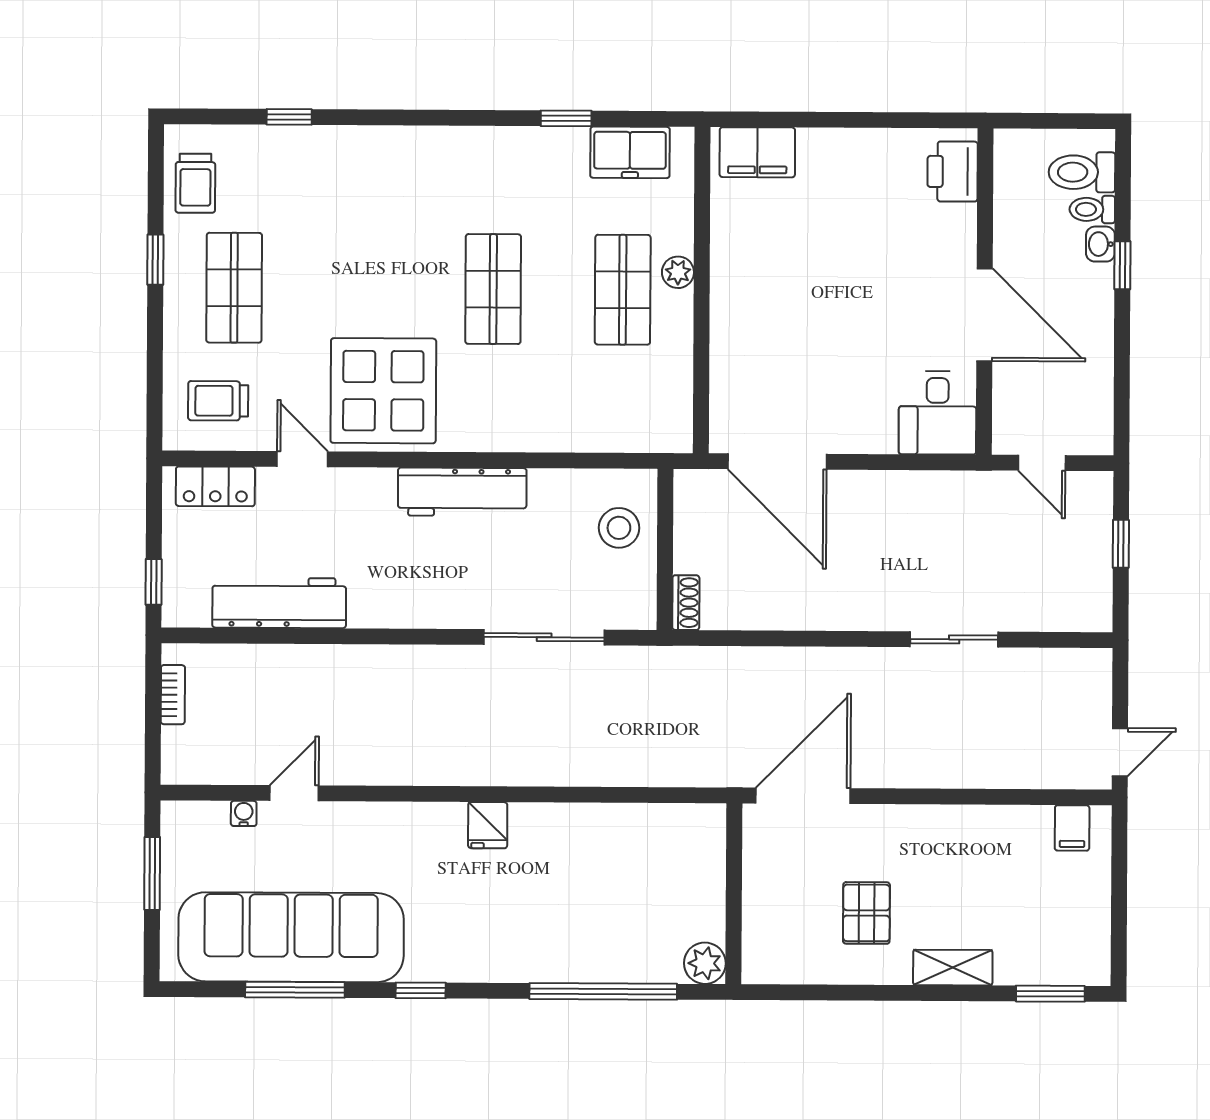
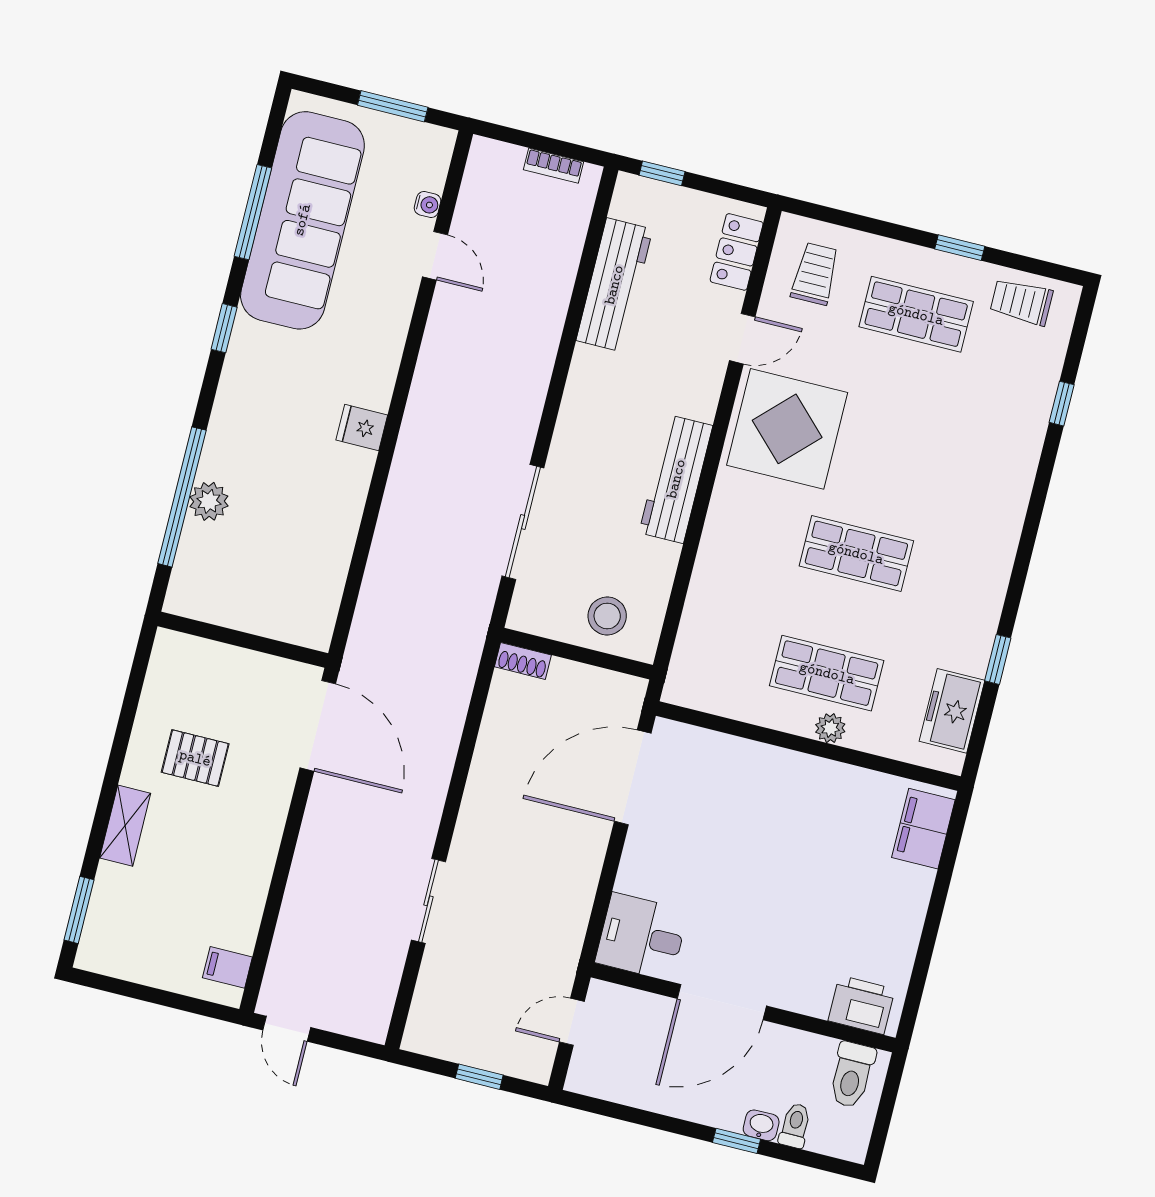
toilet: (1082, 172) -> (852, 1075), moved, turned 180
plant: (705, 963) -> (209, 501), moved

